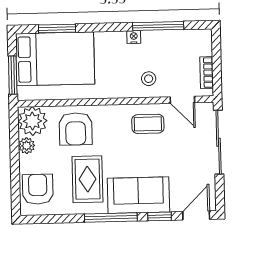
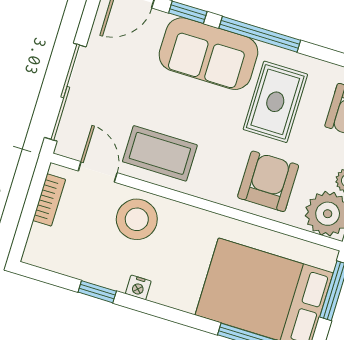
window: (158, 26) -> (97, 292), width x0.46
stool: (149, 79) -> (137, 219), width x1.89, depth x1.89
coffee table: (148, 124) -> (160, 153), width x1.36, depth x1.30

